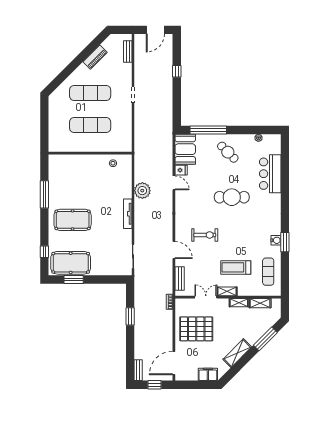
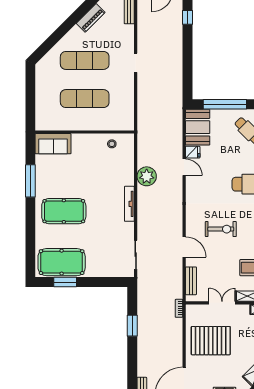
window: (177, 71) -> (187, 17), moved
sofa: (63, 163) -> (53, 144), added
window: (44, 252) -> (30, 249), removed

